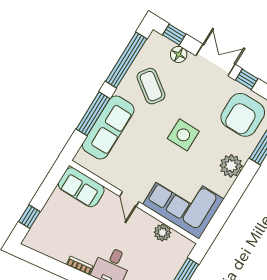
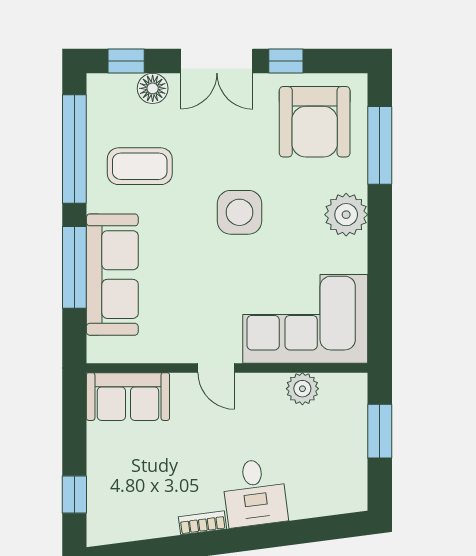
double door: (215, 60) -> (217, 61), swing flipped
coffee table: (151, 86) -> (140, 166), turned -36

